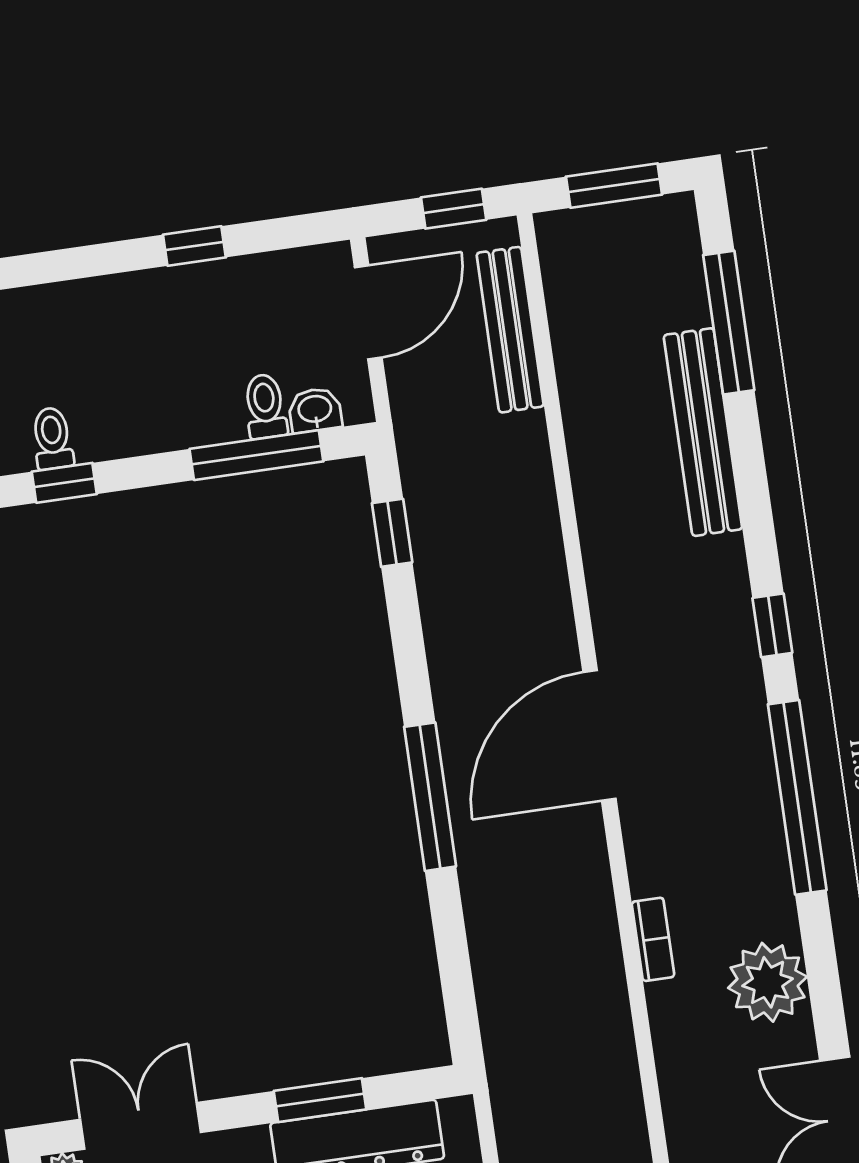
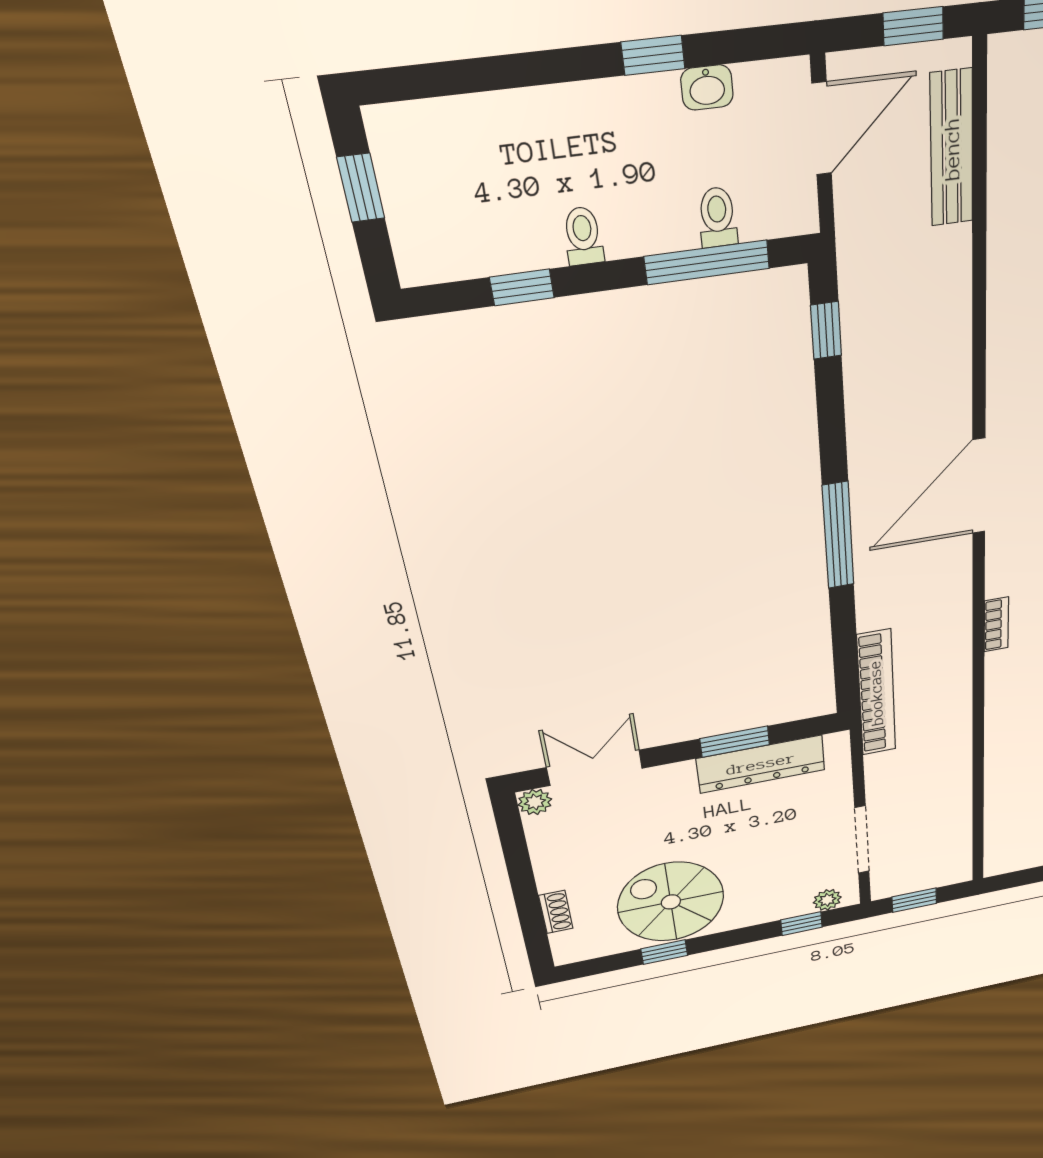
washbasin: (315, 410) -> (707, 87), moved, turned 180
toilet: (52, 438) -> (583, 236), moved
bookcase: (503, 1037) -> (876, 693), added

